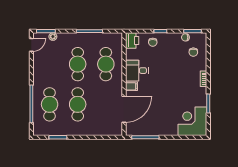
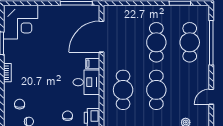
door: (31, 45) -> (211, 97), moved

